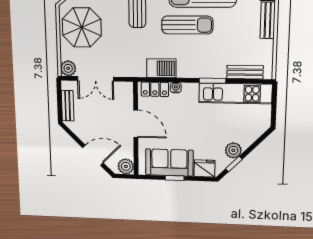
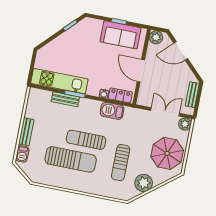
bench: (245, 72) -> (65, 99), moved
plant: (233, 150) -> (69, 36), removed
fridge: (205, 168) -> (94, 25), removed

